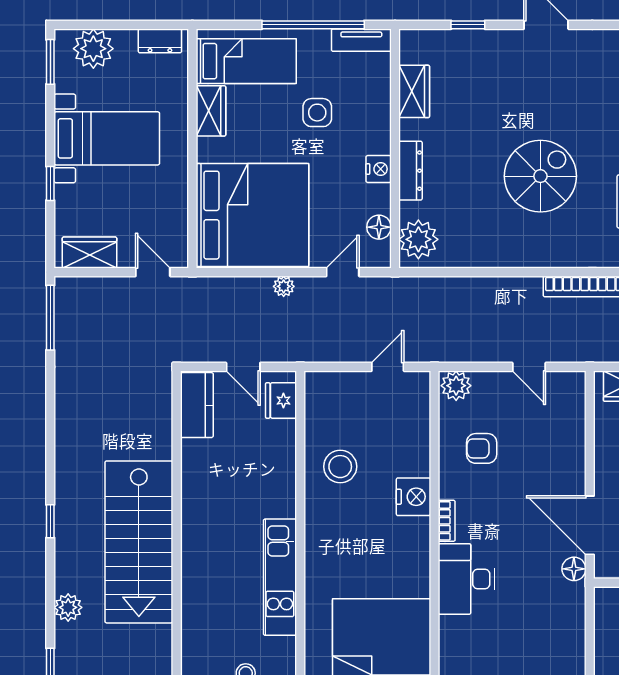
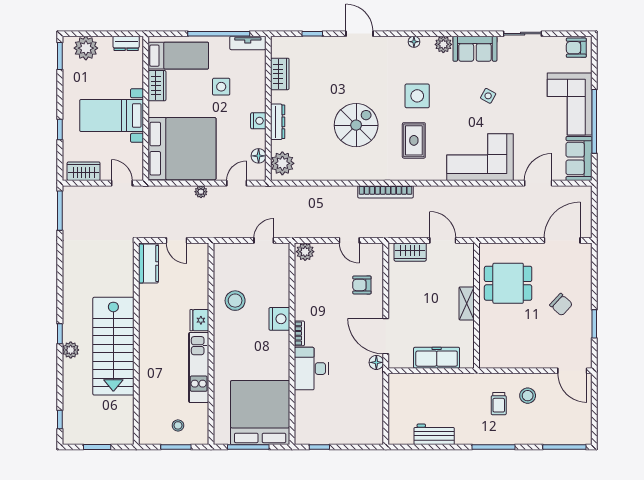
bed with nightstands: (107, 138) -> (112, 116), moved, turned 180
fridge: (281, 400) -> (199, 320), moved
armchair: (482, 448) -> (362, 285), moved
plant: (68, 607) -> (71, 350), moved

